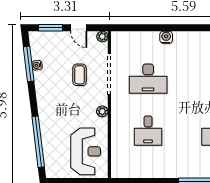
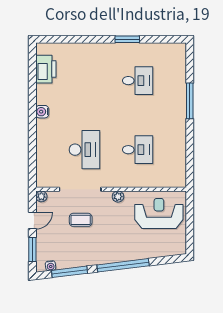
water cooler: (166, 37) -> (42, 112), moved
water cooler: (37, 65) -> (51, 266), moved
window: (38, 142) -> (123, 265), moved

